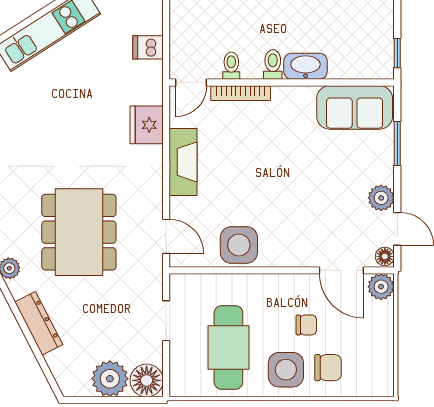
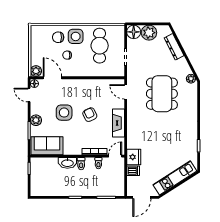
fridge: (147, 125) -> (134, 157), moved
armchair: (252, 182) -> (90, 115), added
plant: (381, 198) -> (36, 120), moved
side table: (239, 245) -> (64, 113), moved
dresser: (39, 323) -> (174, 47), moved

